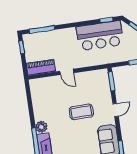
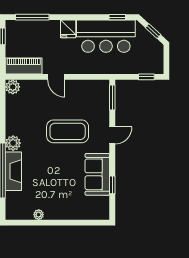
fridge: (70, 34) -> (68, 29), added
plant: (35, 84) -> (13, 87), added
coffee table: (81, 112) -> (68, 131), width x1.36, depth x1.32

